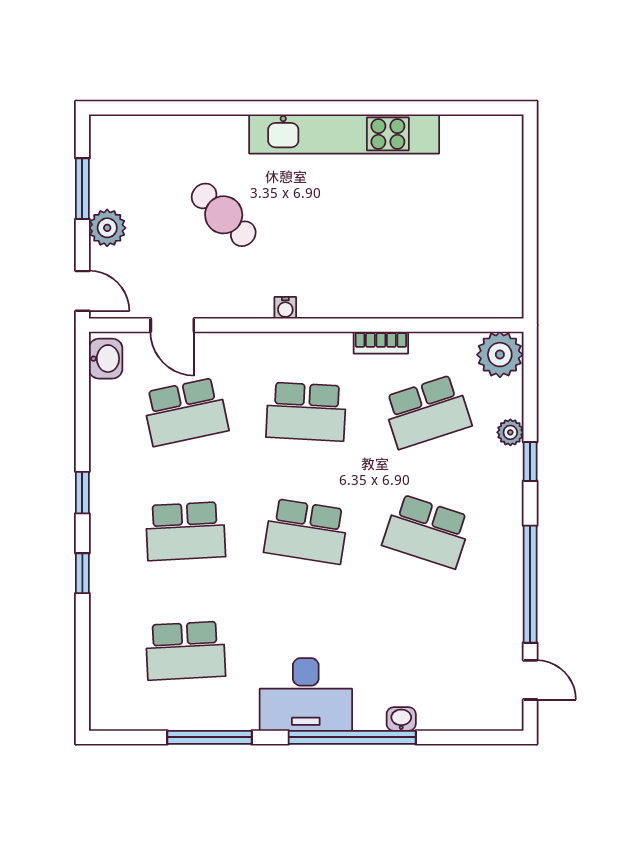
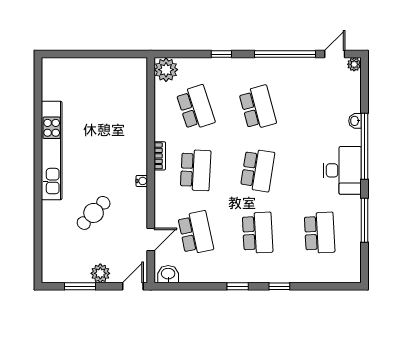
bookcase: (381, 343) -> (160, 156), moved
plant: (510, 432) -> (354, 64), moved
school desk: (427, 531) -> (258, 108), turned -33

